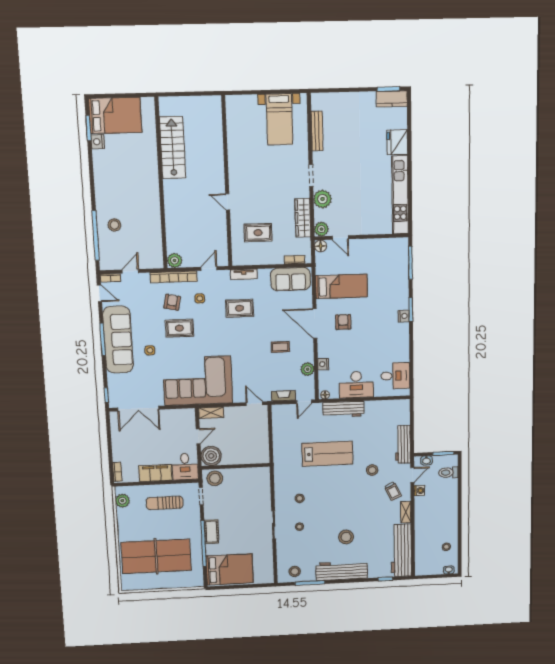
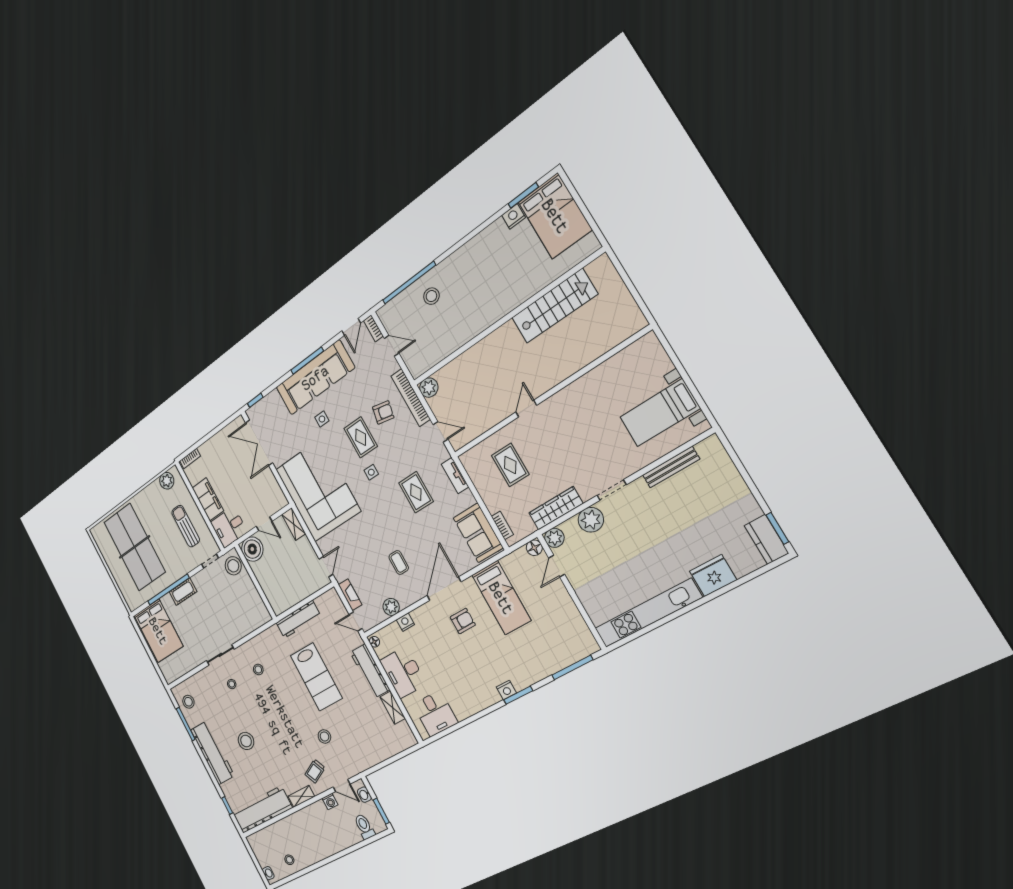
side table: (200, 298) -> (371, 472), moved
shelving: (377, 406) -> (393, 708), added
workbench: (403, 444) -> (298, 619), moved, turned 180

